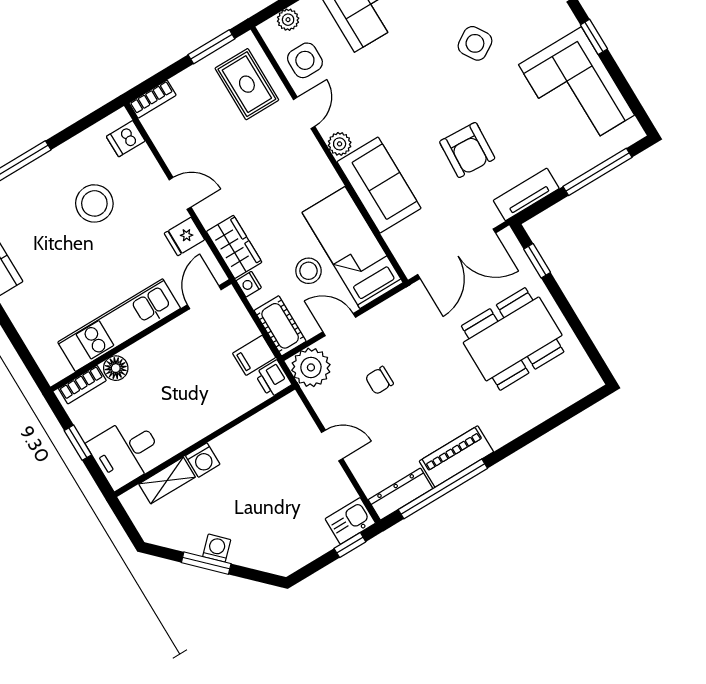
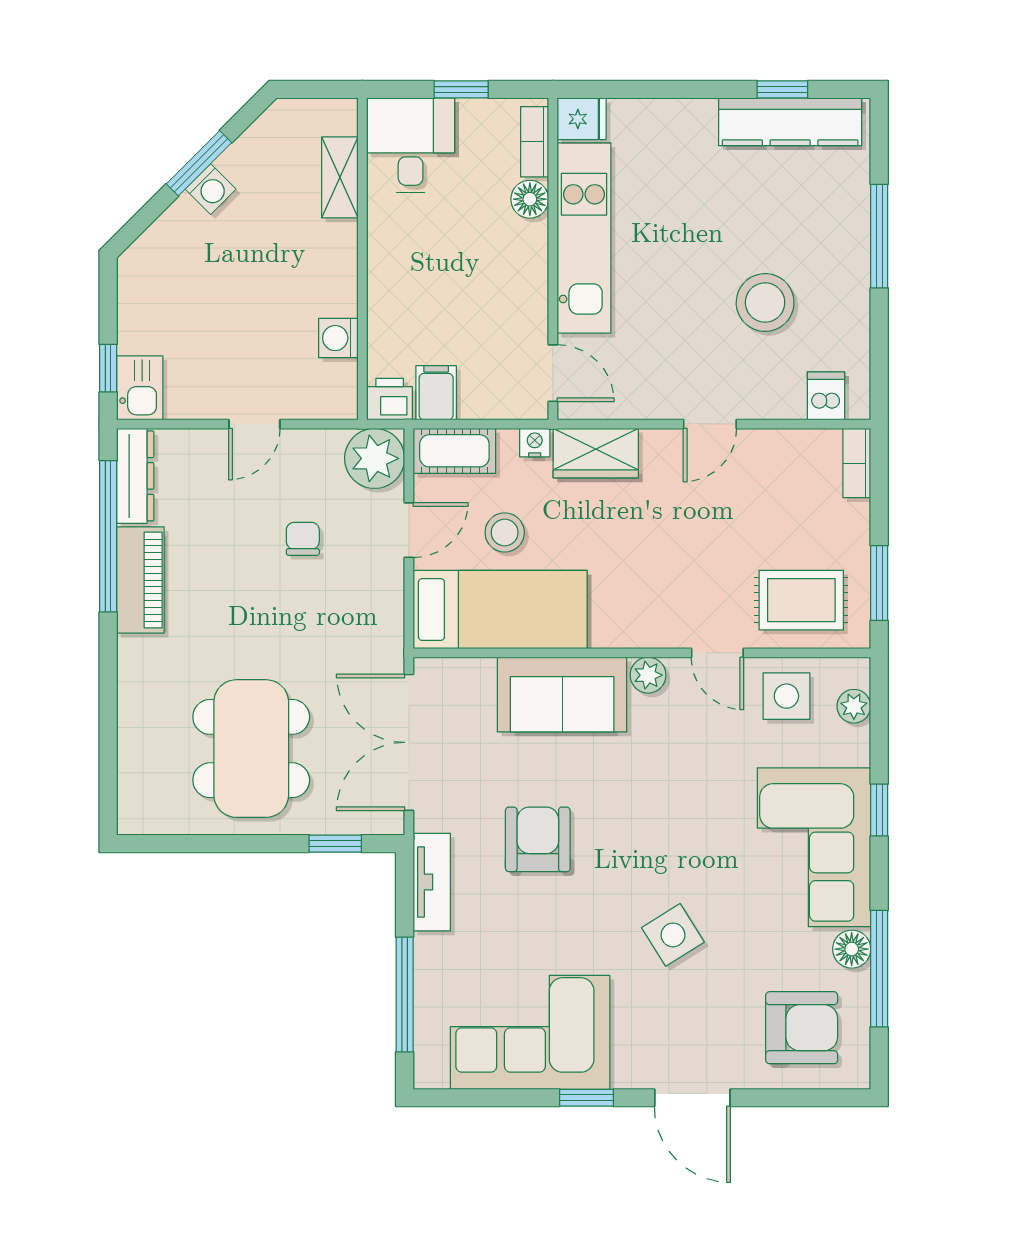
armchair: (467, 150) -> (538, 839), turned 87
fridge: (184, 237) -> (582, 119), moved, turned 90
washing machine: (203, 460) -> (338, 338), moved

